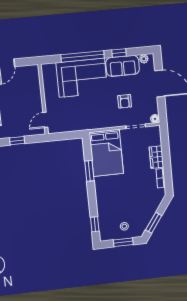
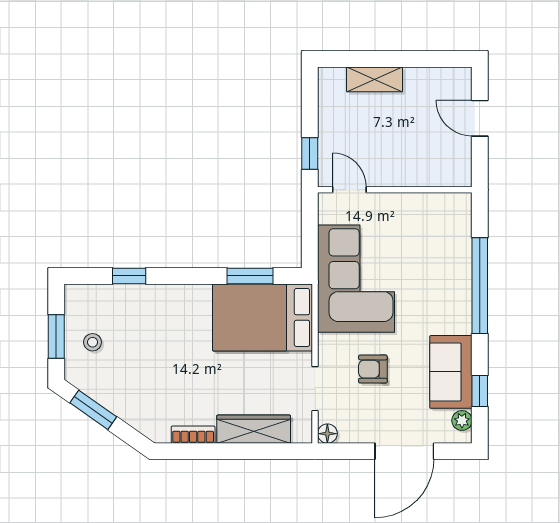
window: (119, 53) -> (480, 391), moved
corner sofa: (82, 78) -> (356, 279), moved, turned 180
window: (17, 141) -> (310, 153), moved
wardrobe: (156, 157) -> (254, 429), width x1.50
window: (89, 171) -> (250, 276), moved
window: (95, 224) -> (129, 276), moved

